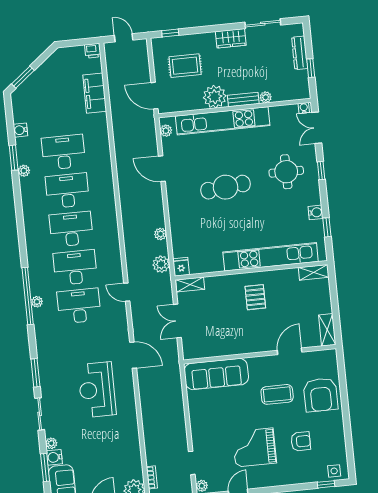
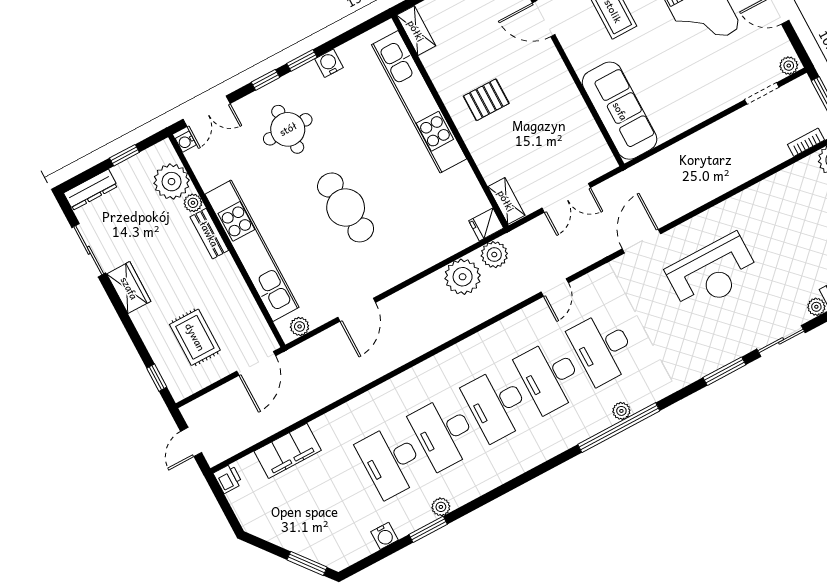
dresser: (300, 53) -> (91, 190), moved
plant: (215, 97) -> (172, 182), moved
window: (327, 227) -> (302, 60), moved
plant: (161, 234) -> (463, 277), width x1.88, depth x1.88

